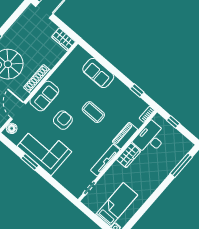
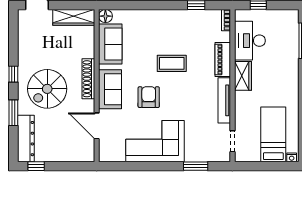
wardrobe: (63, 39) -> (74, 17), width x1.50
sofa: (98, 73) -> (110, 44), moved, turned -90
floor lamp: (12, 128) -> (105, 16), moved
window: (30, 162) -> (196, 166), moved

